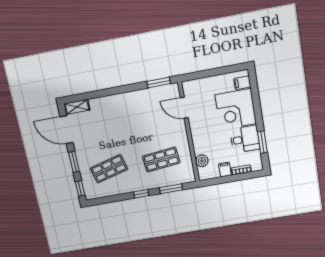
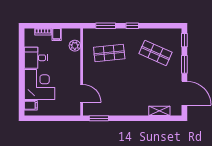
shelving: (77, 107) -> (159, 111), moved
window: (262, 142) -> (22, 53), removed
shop shelf: (109, 169) -> (155, 53), turned 39

